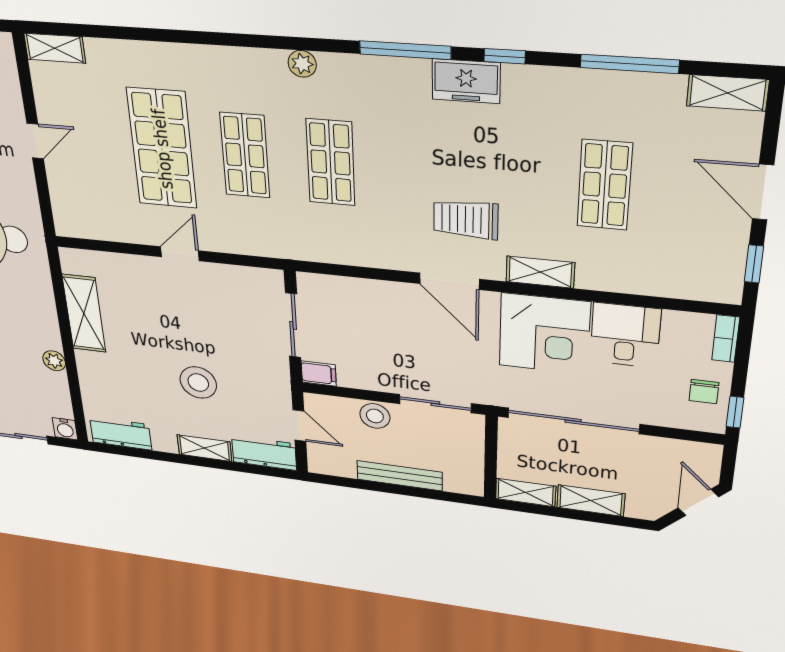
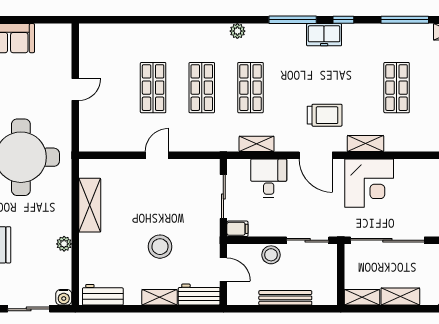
shelving: (55, 48) -> (257, 144), moved
shop shelf: (162, 149) -> (153, 88), width x0.70, depth x0.74
trolley: (466, 219) -> (325, 115), turned 180
desk: (625, 335) -> (269, 178), moved

